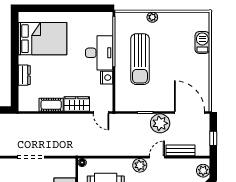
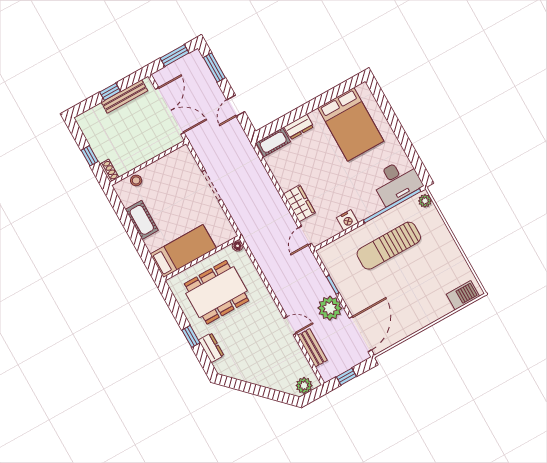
plant: (152, 17) -> (425, 201), moved
barbecue: (202, 43) -> (463, 295), moved
desk: (99, 53) -> (397, 182), moved
cot: (51, 105) -> (273, 142), moved, turned 90
plant: (140, 165) -> (270, 312), removed

